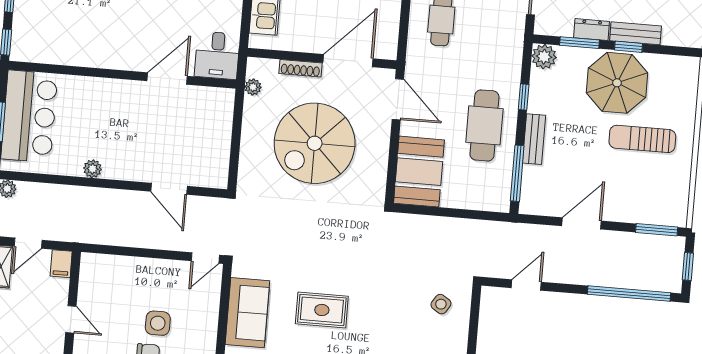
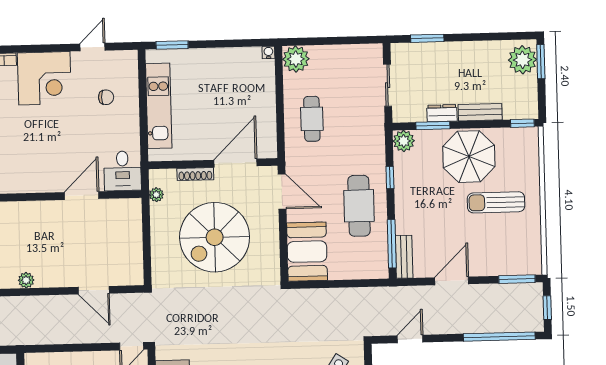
window: (628, 47) -> (522, 123), moved
bench: (534, 139) -> (404, 257), moved

